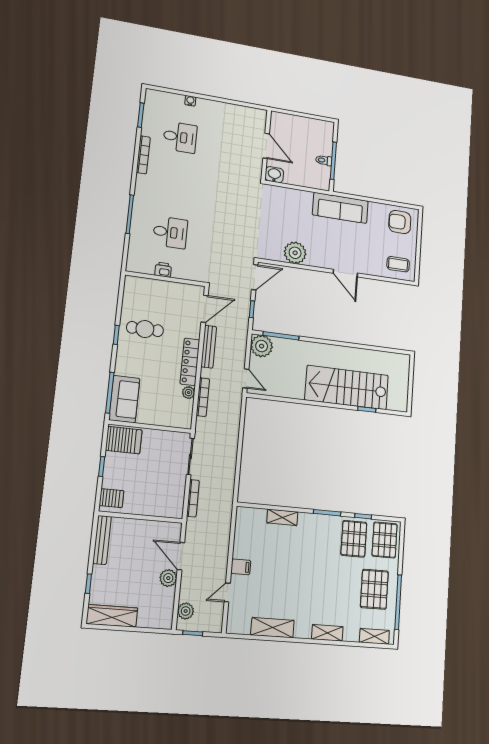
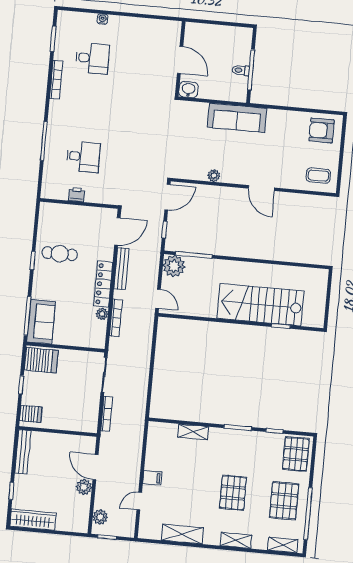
sofa: (340, 208) -> (237, 118), moved
plant: (295, 253) -> (214, 176), width x0.53, depth x0.53
pallet: (354, 539) -> (233, 493), moved

